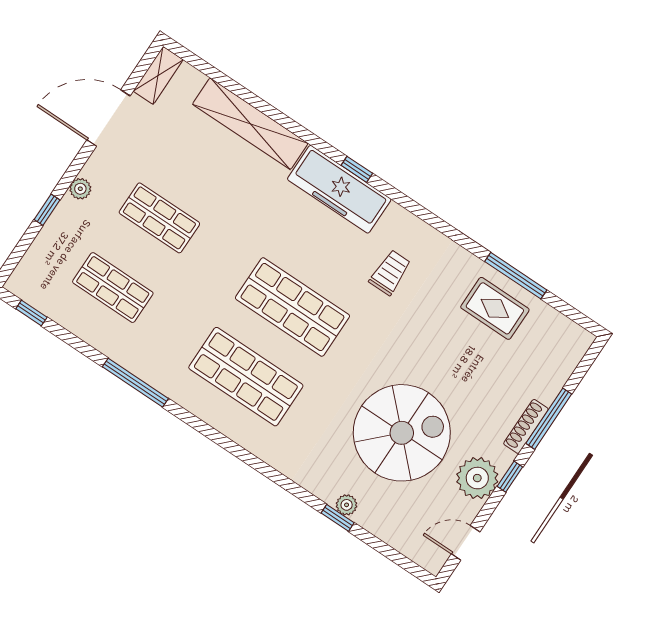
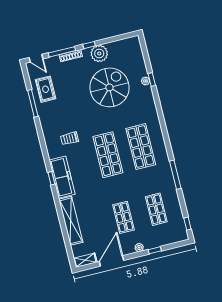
door: (109, 118) -> (112, 261), swing flipped
rug: (495, 308) -> (46, 89), moved
spiral stairs: (402, 433) -> (109, 87), turned 90
door: (466, 543) -> (36, 58), moved

